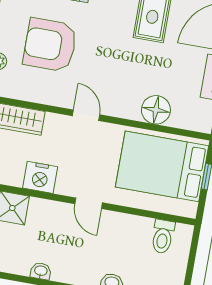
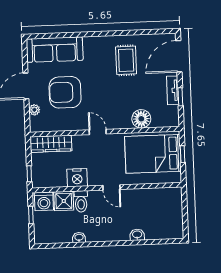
toilet: (163, 237) -> (81, 201), moved
washbasin: (41, 271) -> (79, 238), moved

